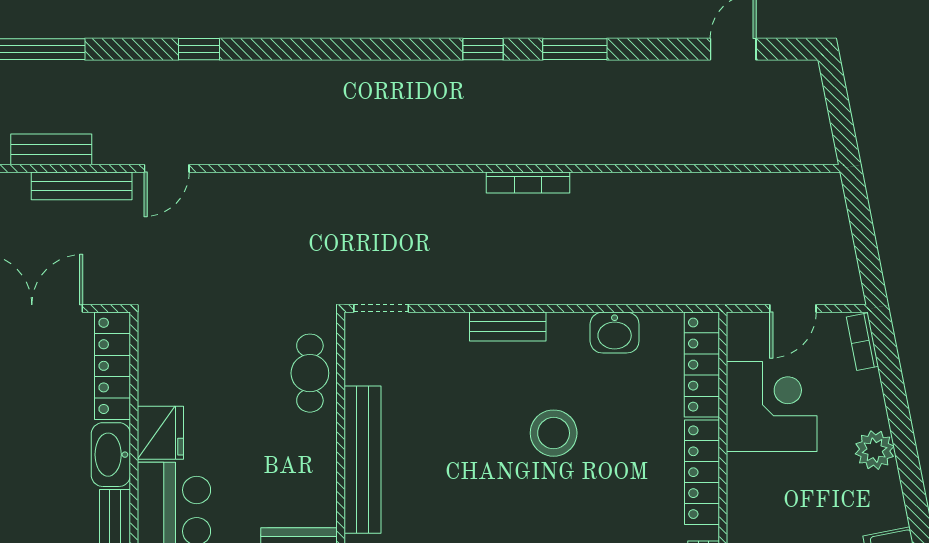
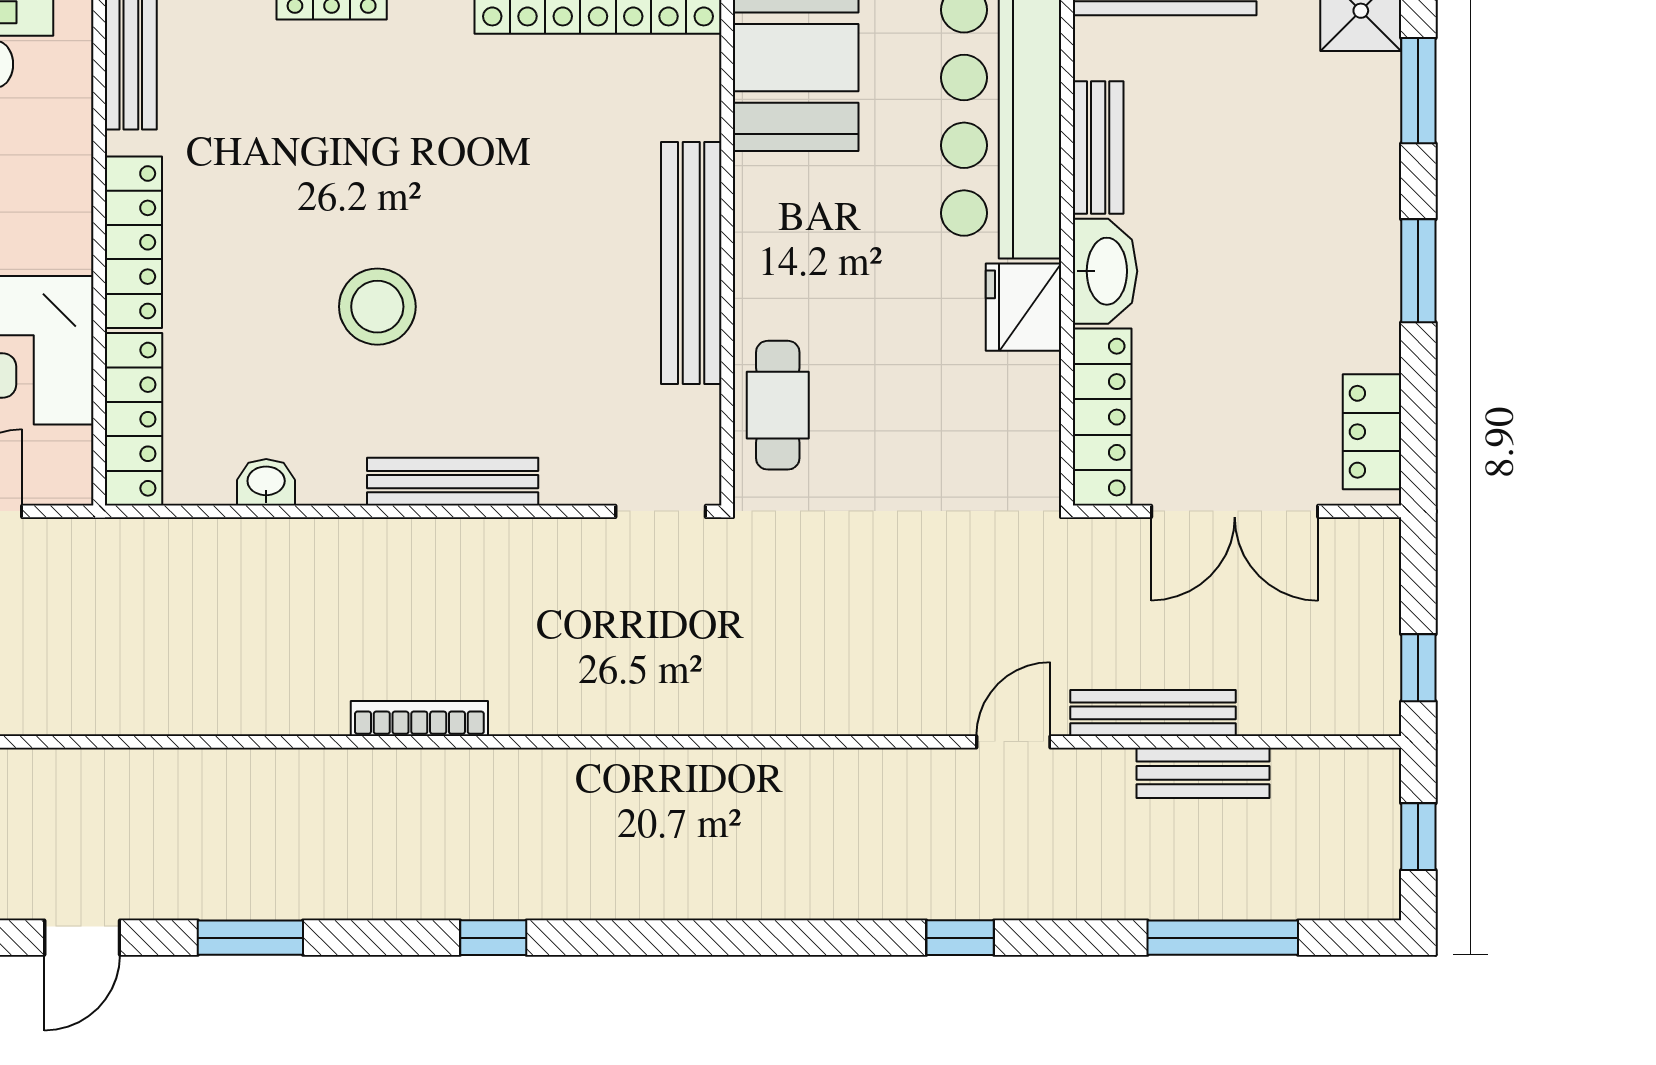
window: (575, 49) -> (250, 938), moved
bench: (508, 327) -> (453, 482), width x1.36
washbasin: (615, 333) -> (266, 482), width x0.72, depth x0.69

